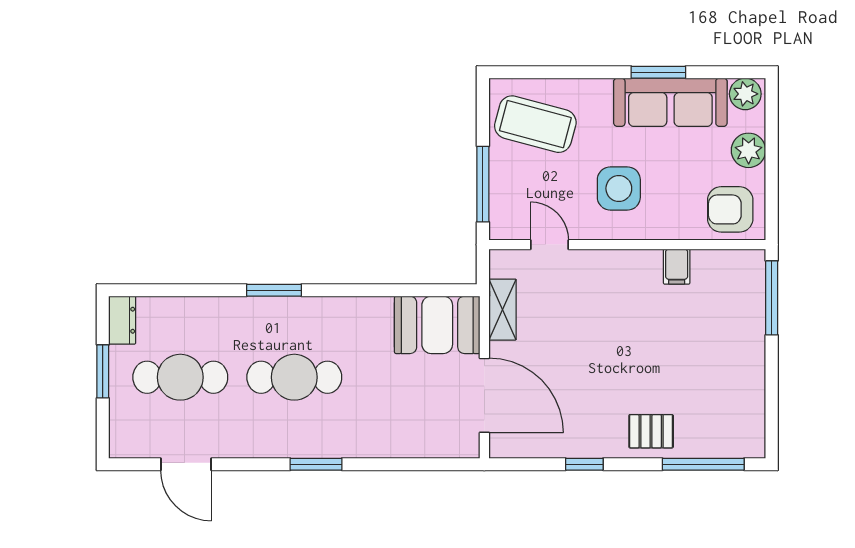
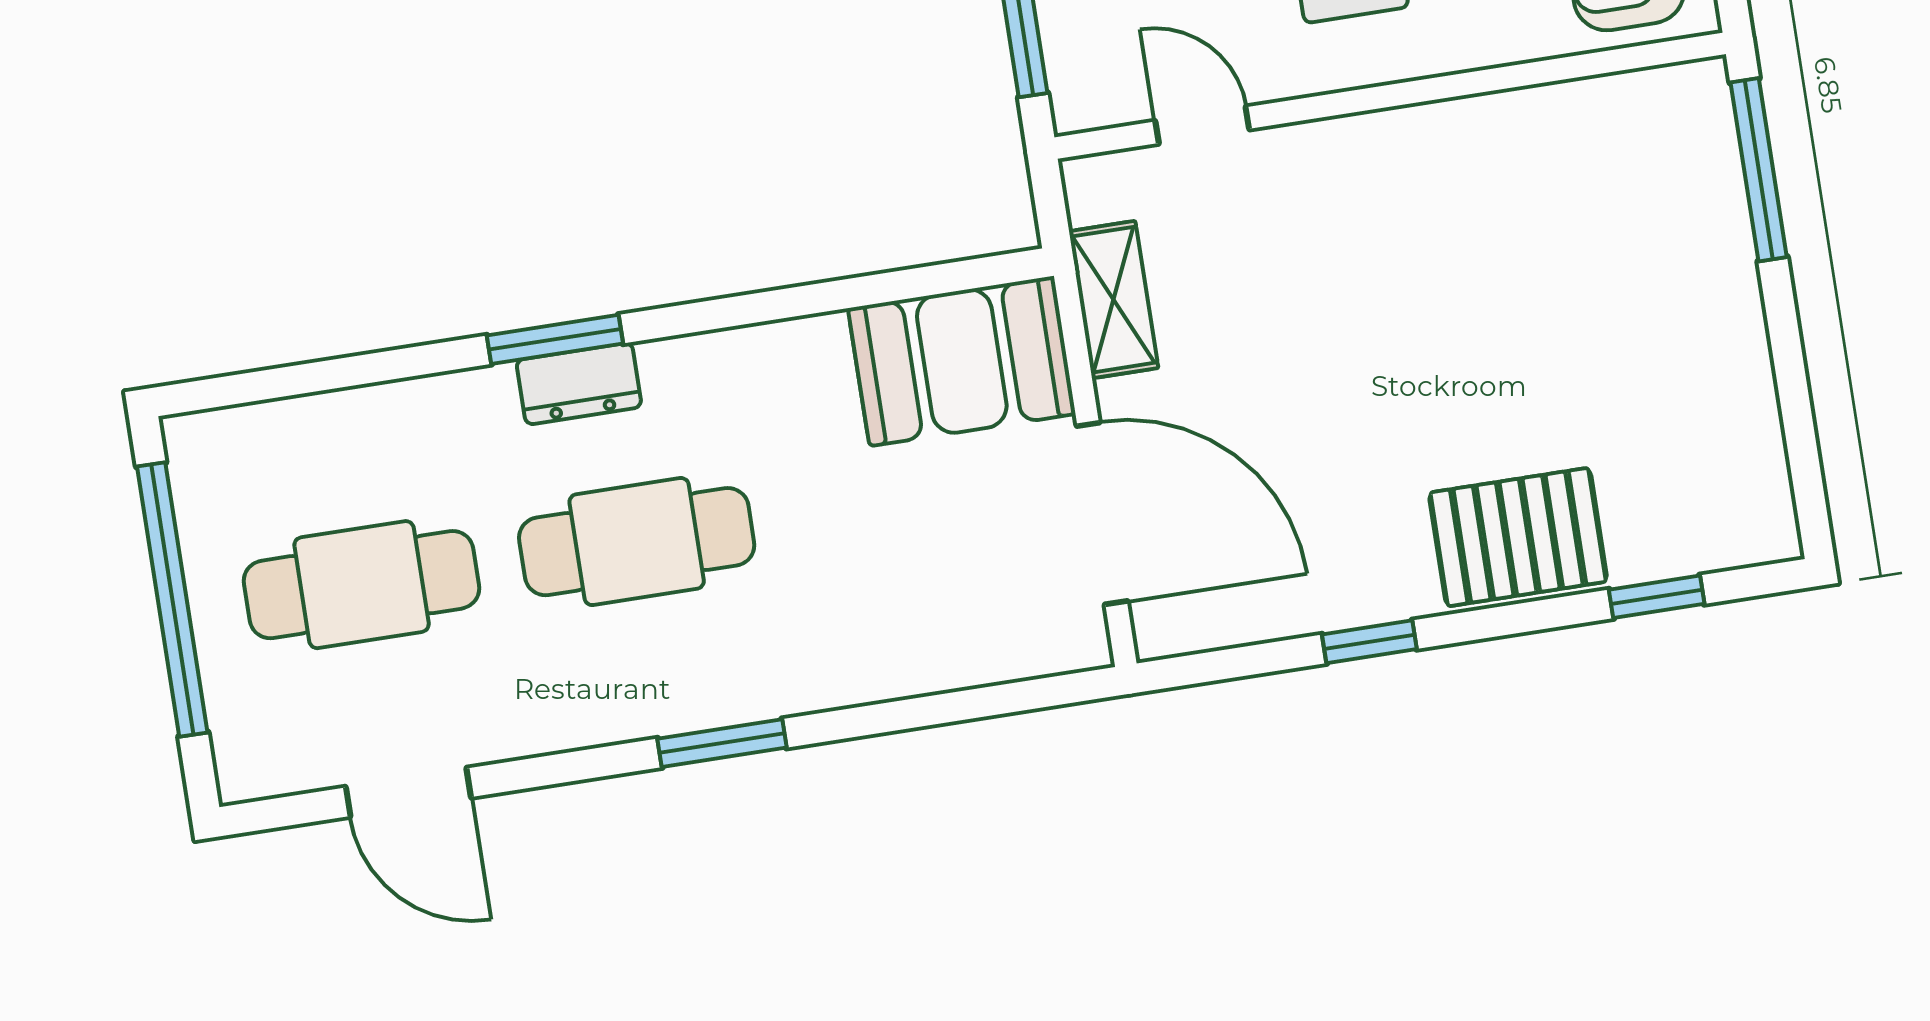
filing cabinet: (677, 267) -> (1518, 130), removed
dresser: (122, 320) -> (579, 384), moved, turned 90
window: (103, 371) -> (172, 600), width x2.11
pallet: (651, 431) -> (1518, 537), width x1.50, depth x1.42
window: (703, 464) -> (1657, 597), width x0.46

